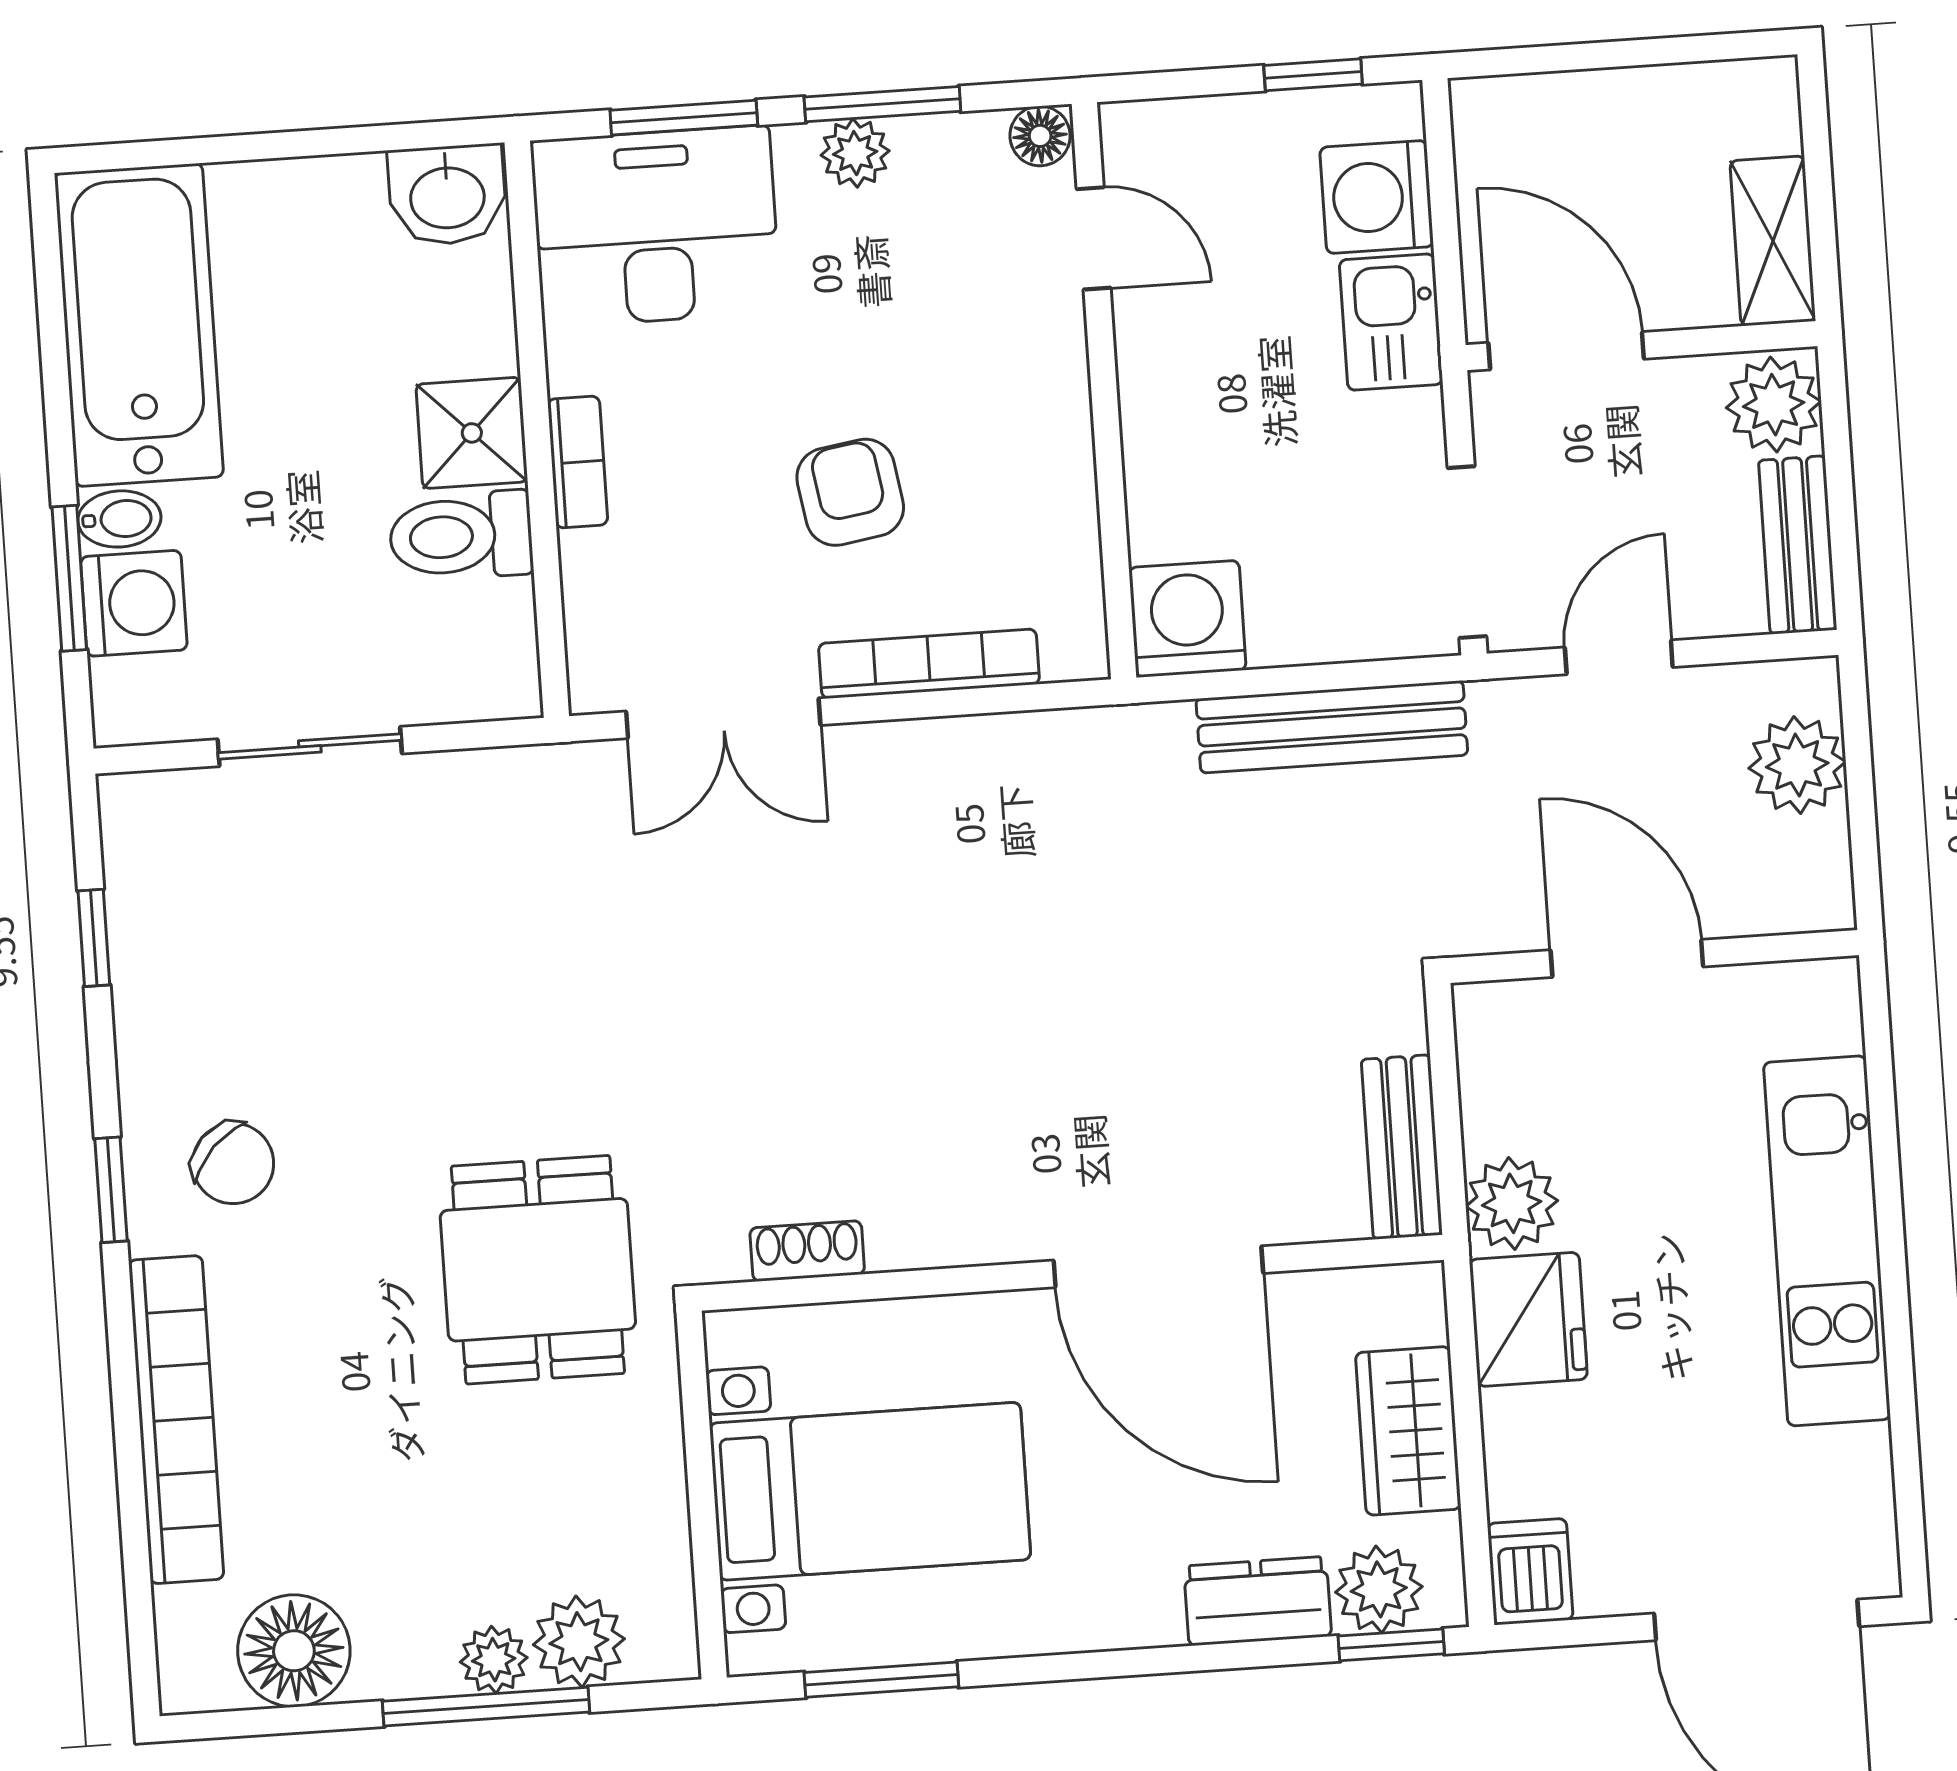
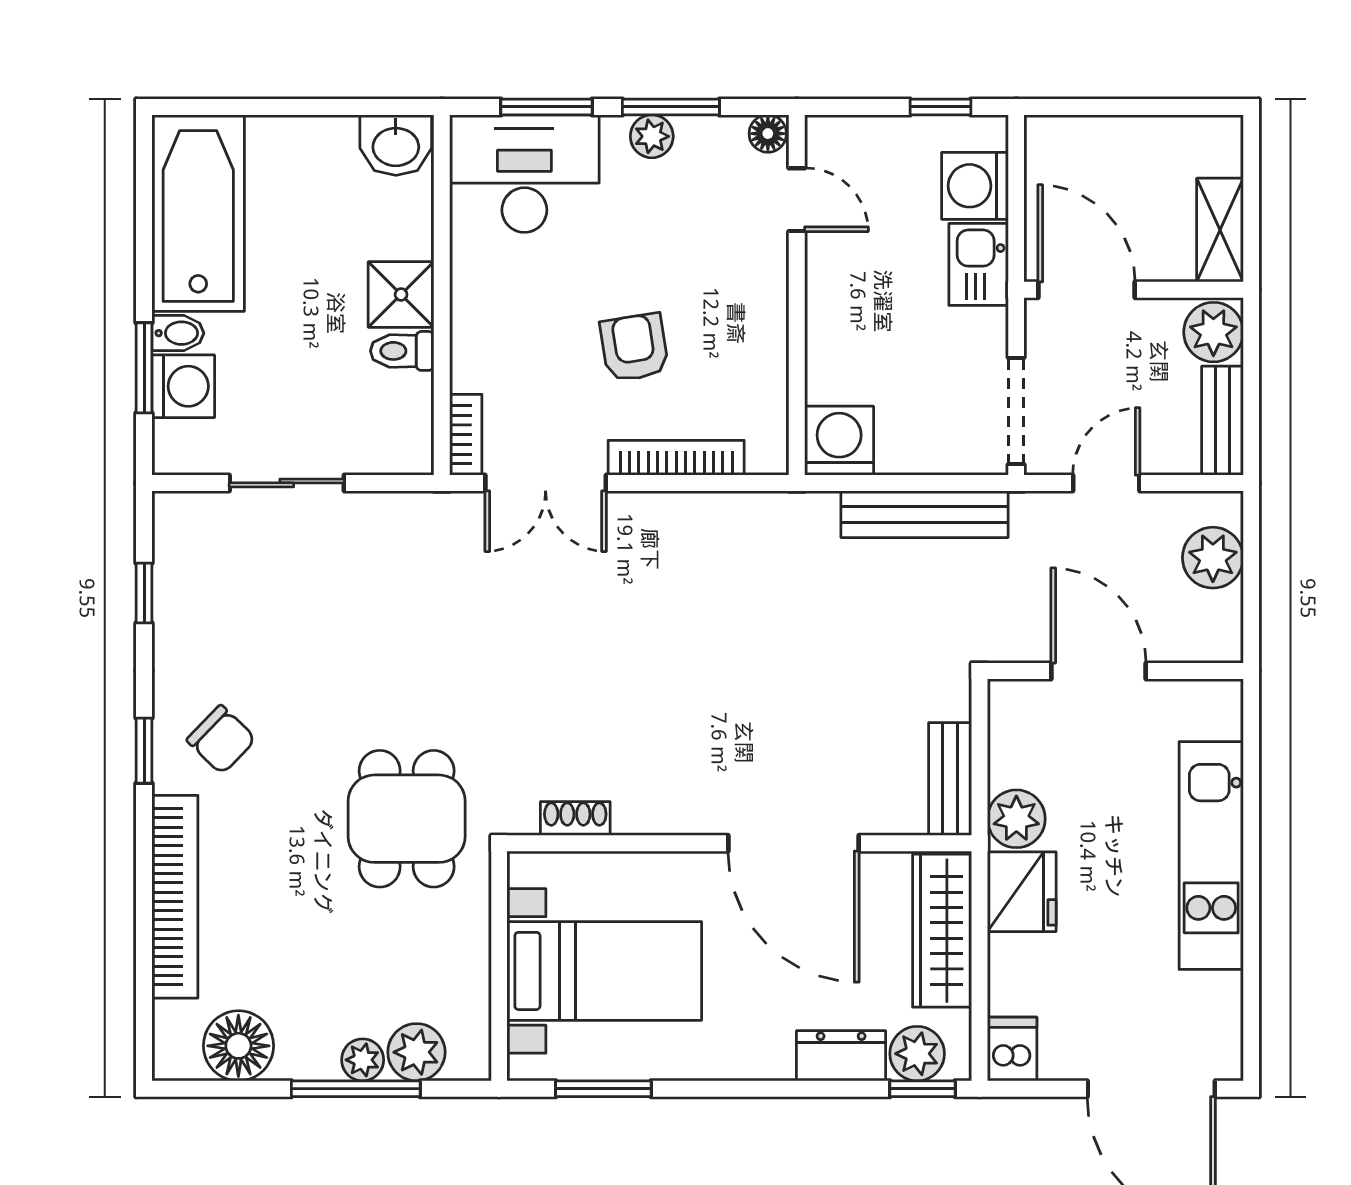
bookcase: (578, 462) -> (466, 435), moved
toilet: (461, 536) -> (402, 351), width x0.73, depth x0.72
wardrobe: (1408, 1431) -> (942, 931), width x1.50

